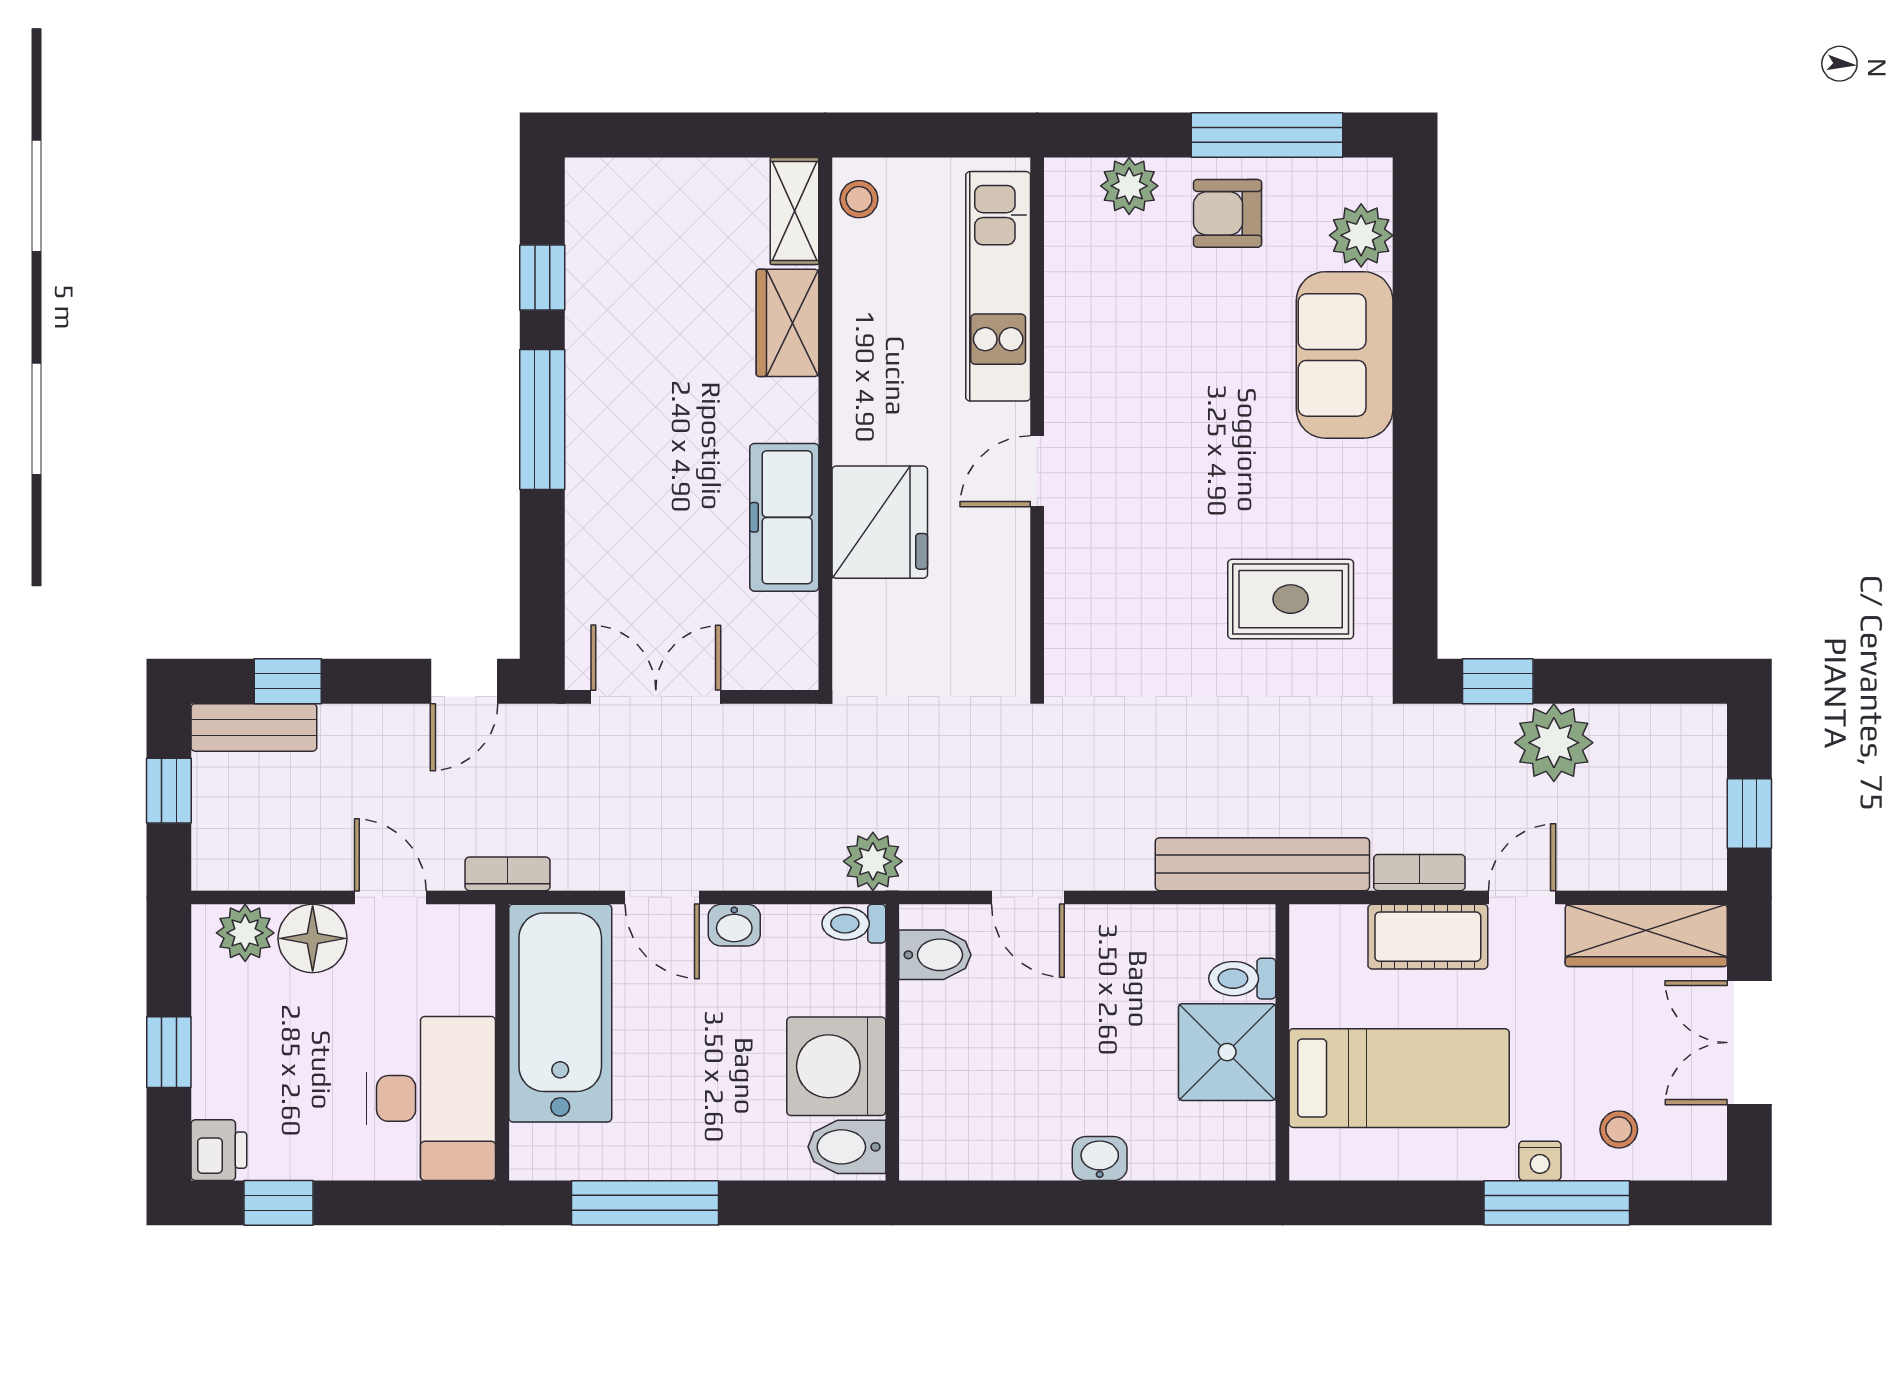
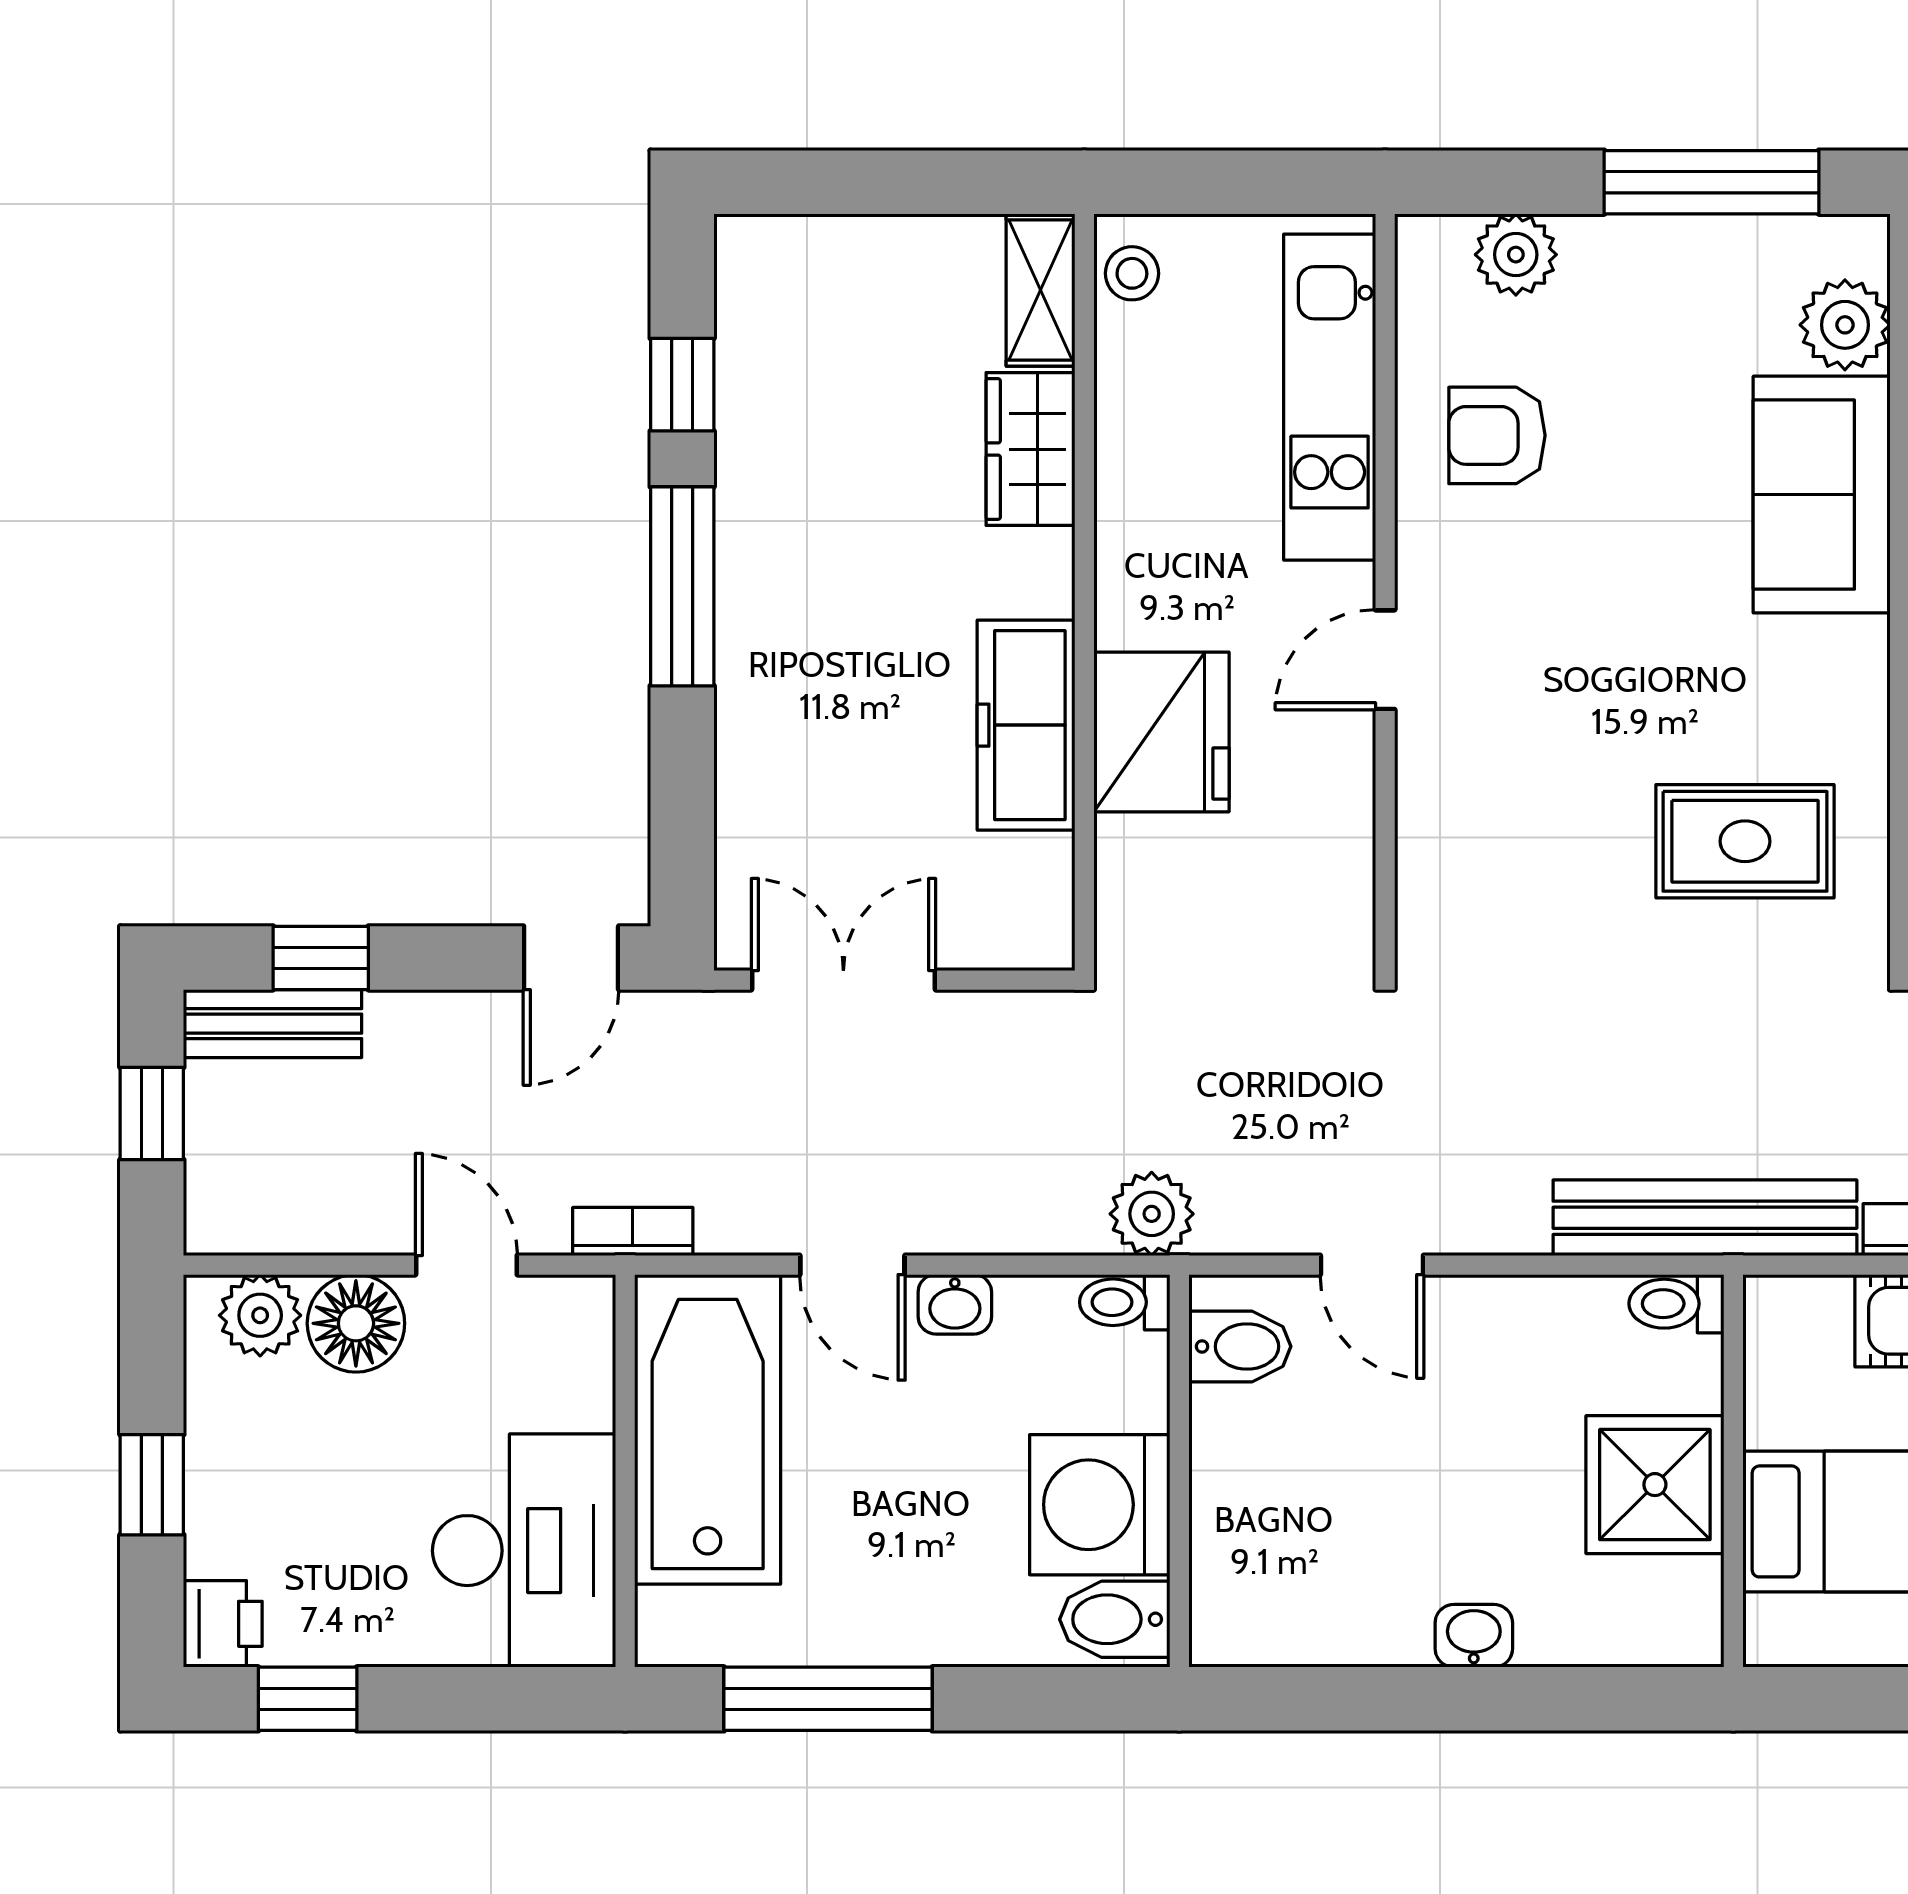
armchair: (1228, 213) -> (1497, 435), moved
toilet: (1242, 979) -> (1676, 1304), moved

